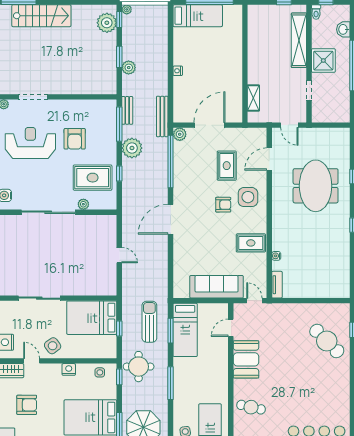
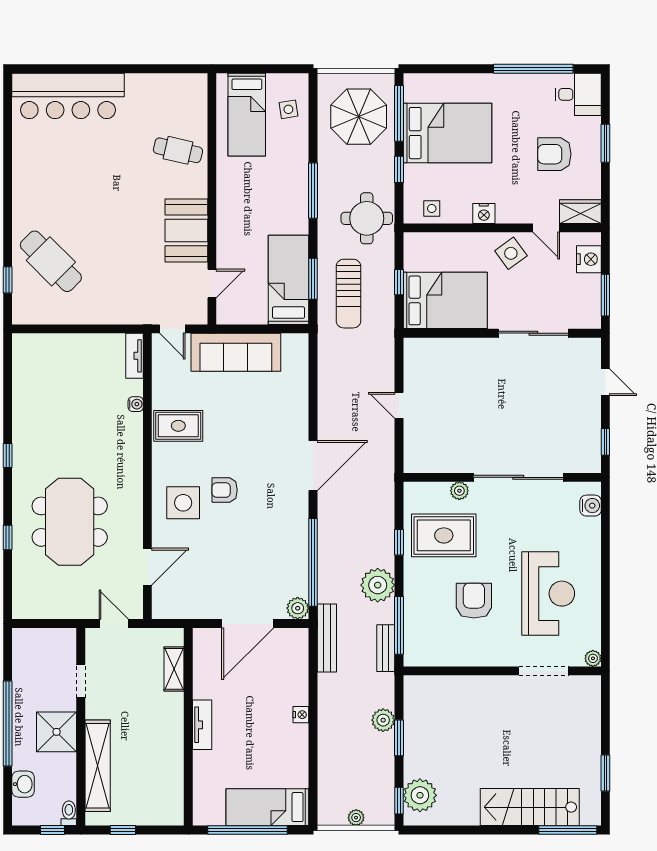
plant: (127, 9) -> (356, 818), moved
tv unit: (237, 65) -> (202, 725), added
reception desk: (30, 143) -> (548, 594), turned -90
rug: (227, 166) -> (219, 556), removed
window: (119, 377) -> (399, 169), moved

